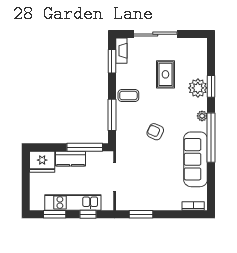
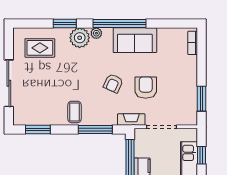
fireplace: (121, 51) -> (131, 120), moved
rug: (165, 74) -> (40, 48), moved
plant: (198, 88) -> (80, 38), moved
sofa: (196, 159) -> (135, 40), width x0.73
armchair: (151, 162) -> (146, 88), added

